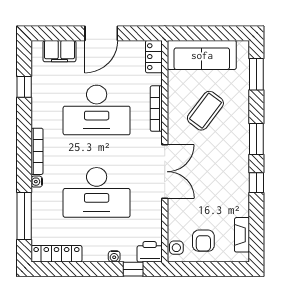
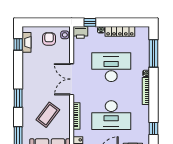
desk: (97, 110) -> (111, 115), turned 180
window: (256, 183) -> (18, 44), moved
locker: (56, 254) -> (120, 31), moved

